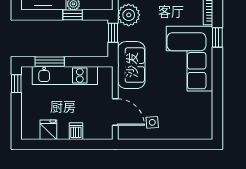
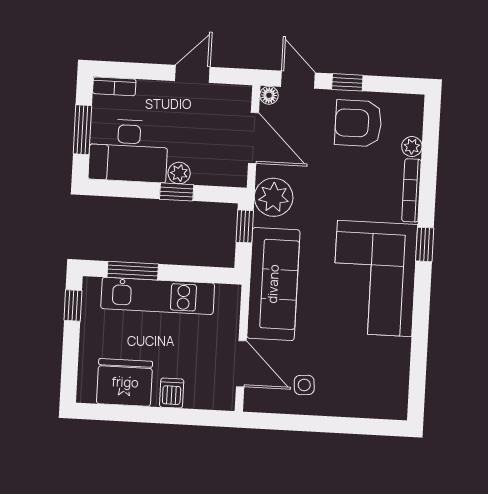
sofa: (131, 65) -> (273, 284), width x1.36
fridge: (48, 130) -> (125, 382), width x1.88, depth x1.34

